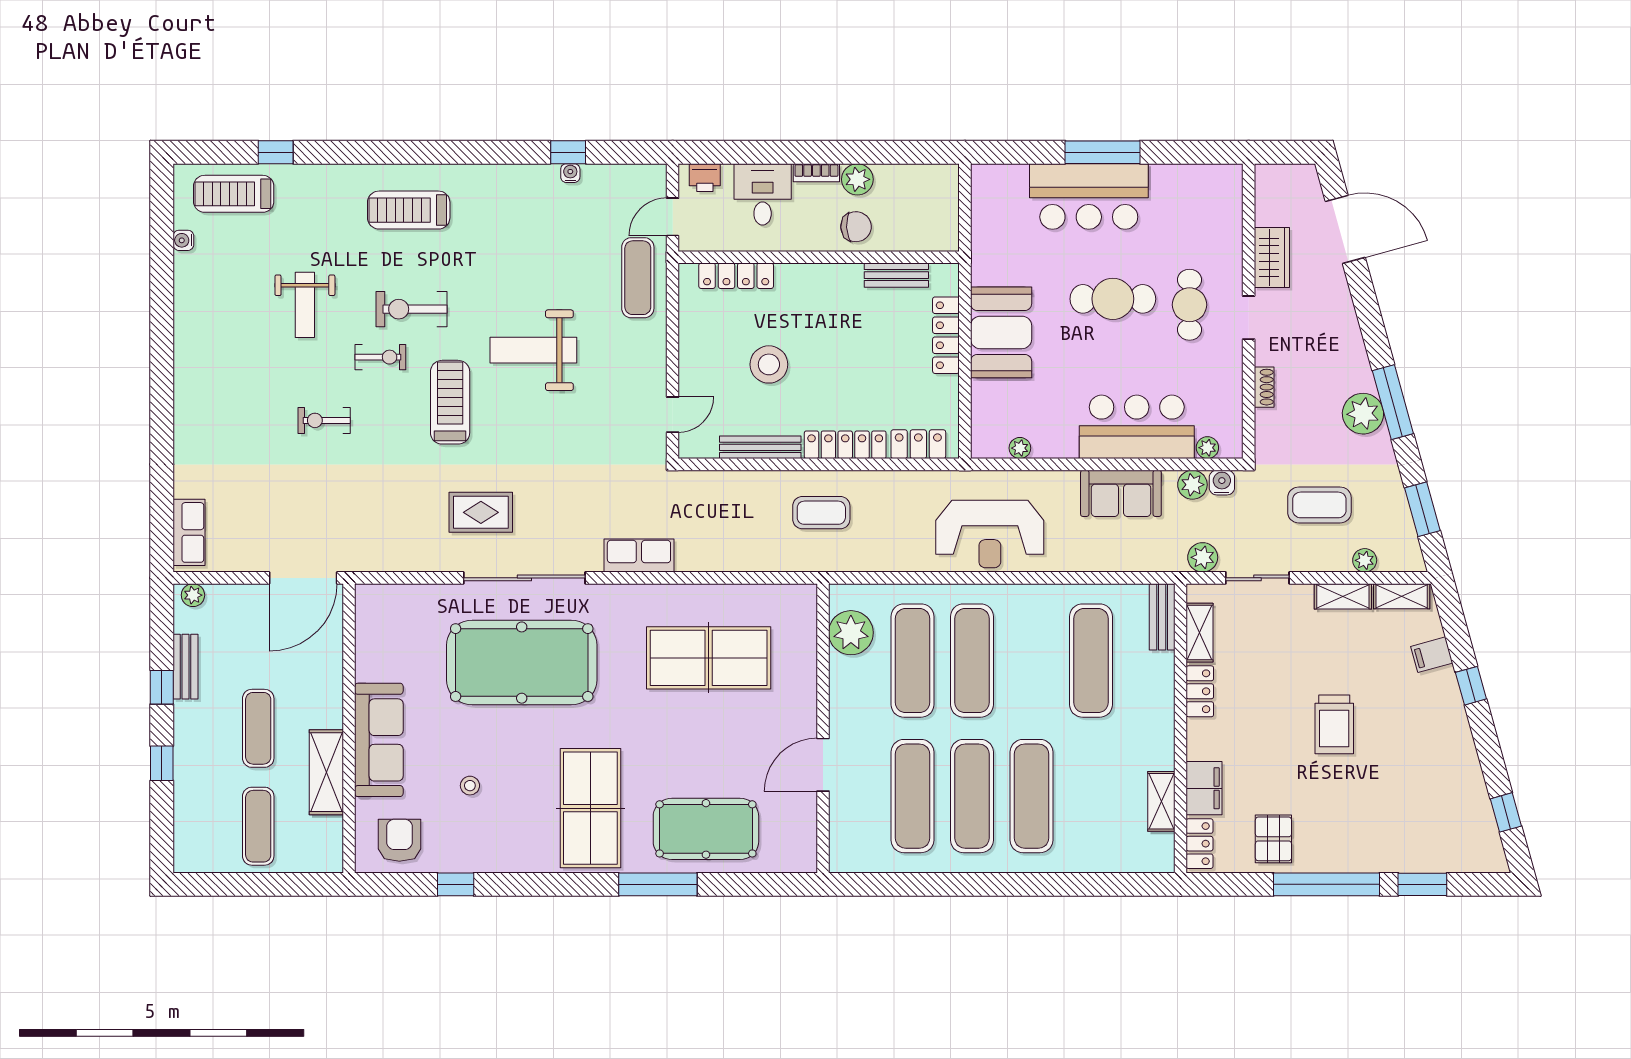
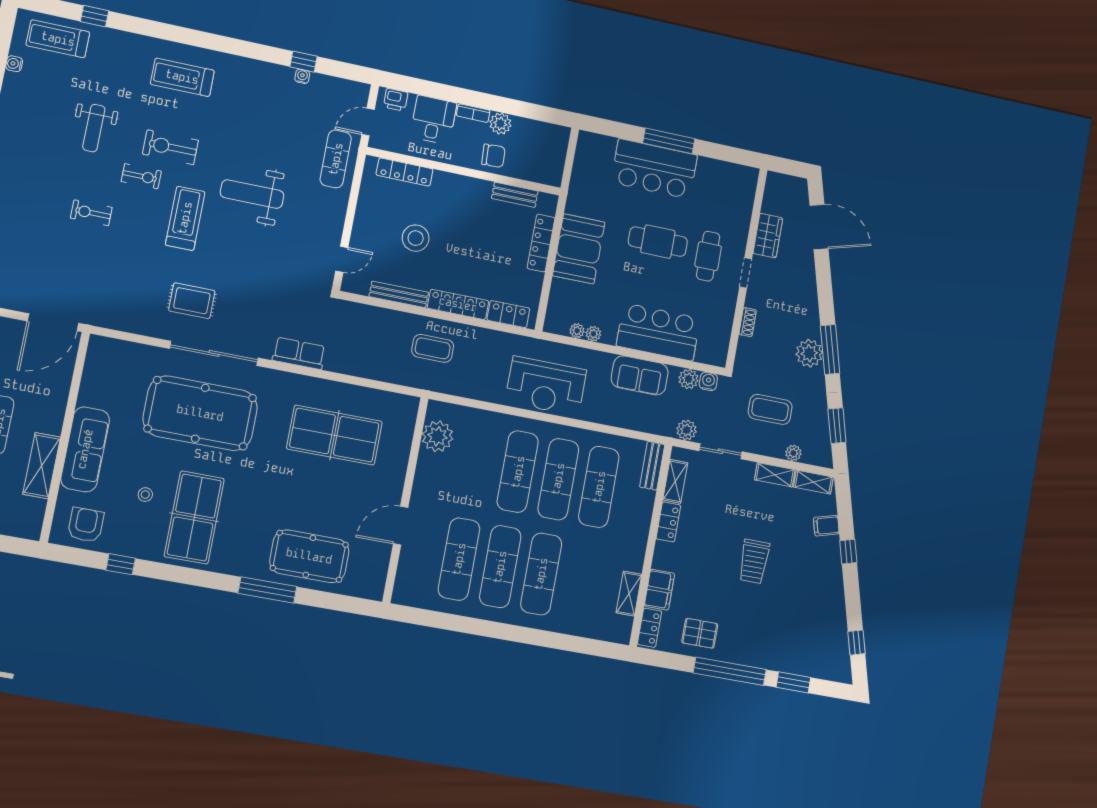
plant: (1207, 448) -> (593, 334), moved
exercise mat: (912, 661) -> (558, 479), moved
table tennis table: (590, 808) -> (194, 517), moved
pallet: (1273, 839) -> (700, 633), turned 90

